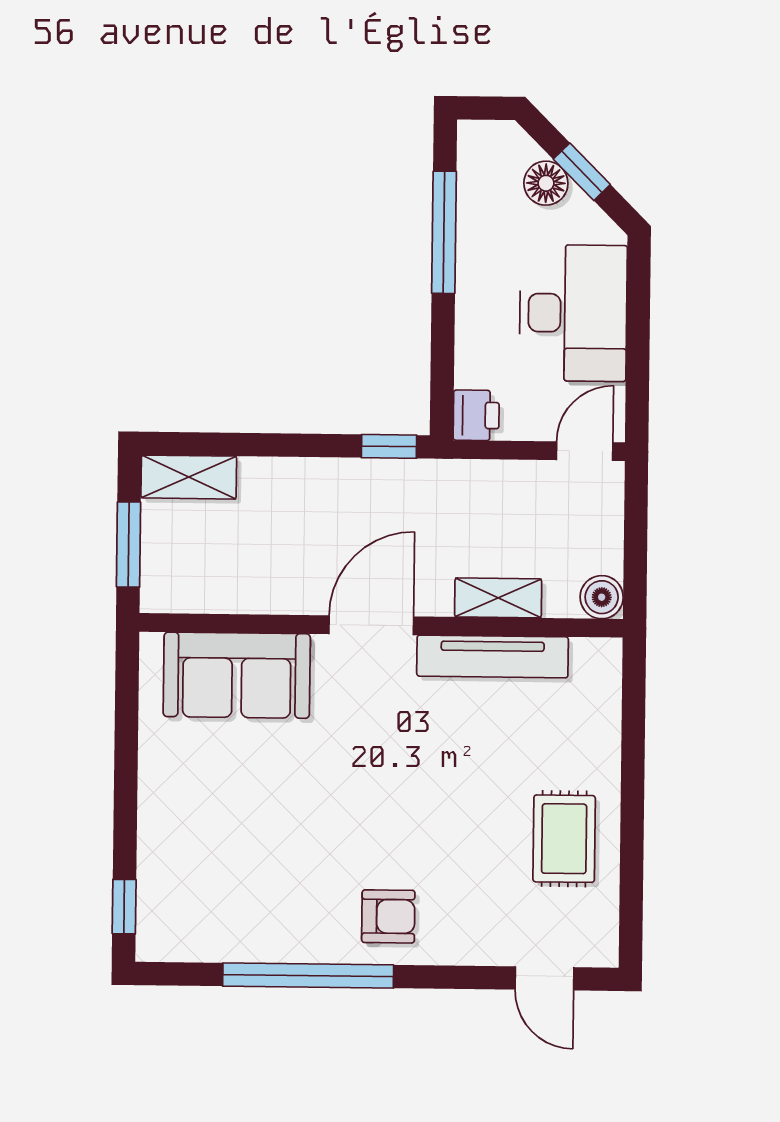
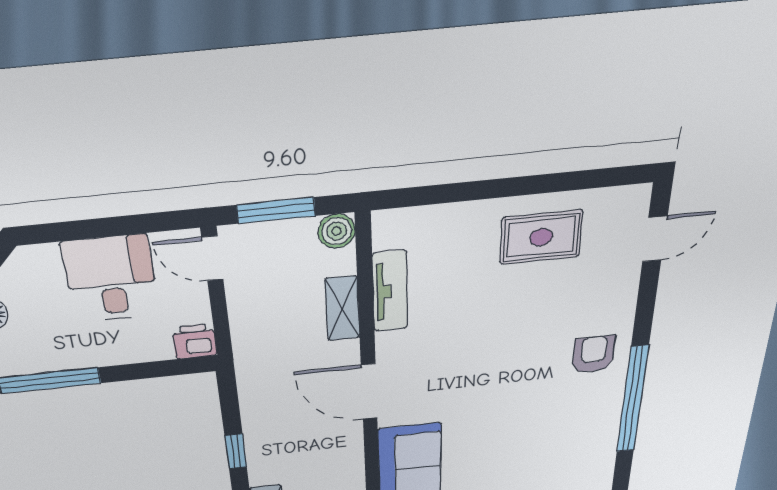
desk: (573, 313) -> (111, 279), width x0.73
window: (389, 446) -> (236, 451), moved
window: (636, 530) -> (276, 210), added
tv unit: (493, 656) -> (390, 291), width x0.71

